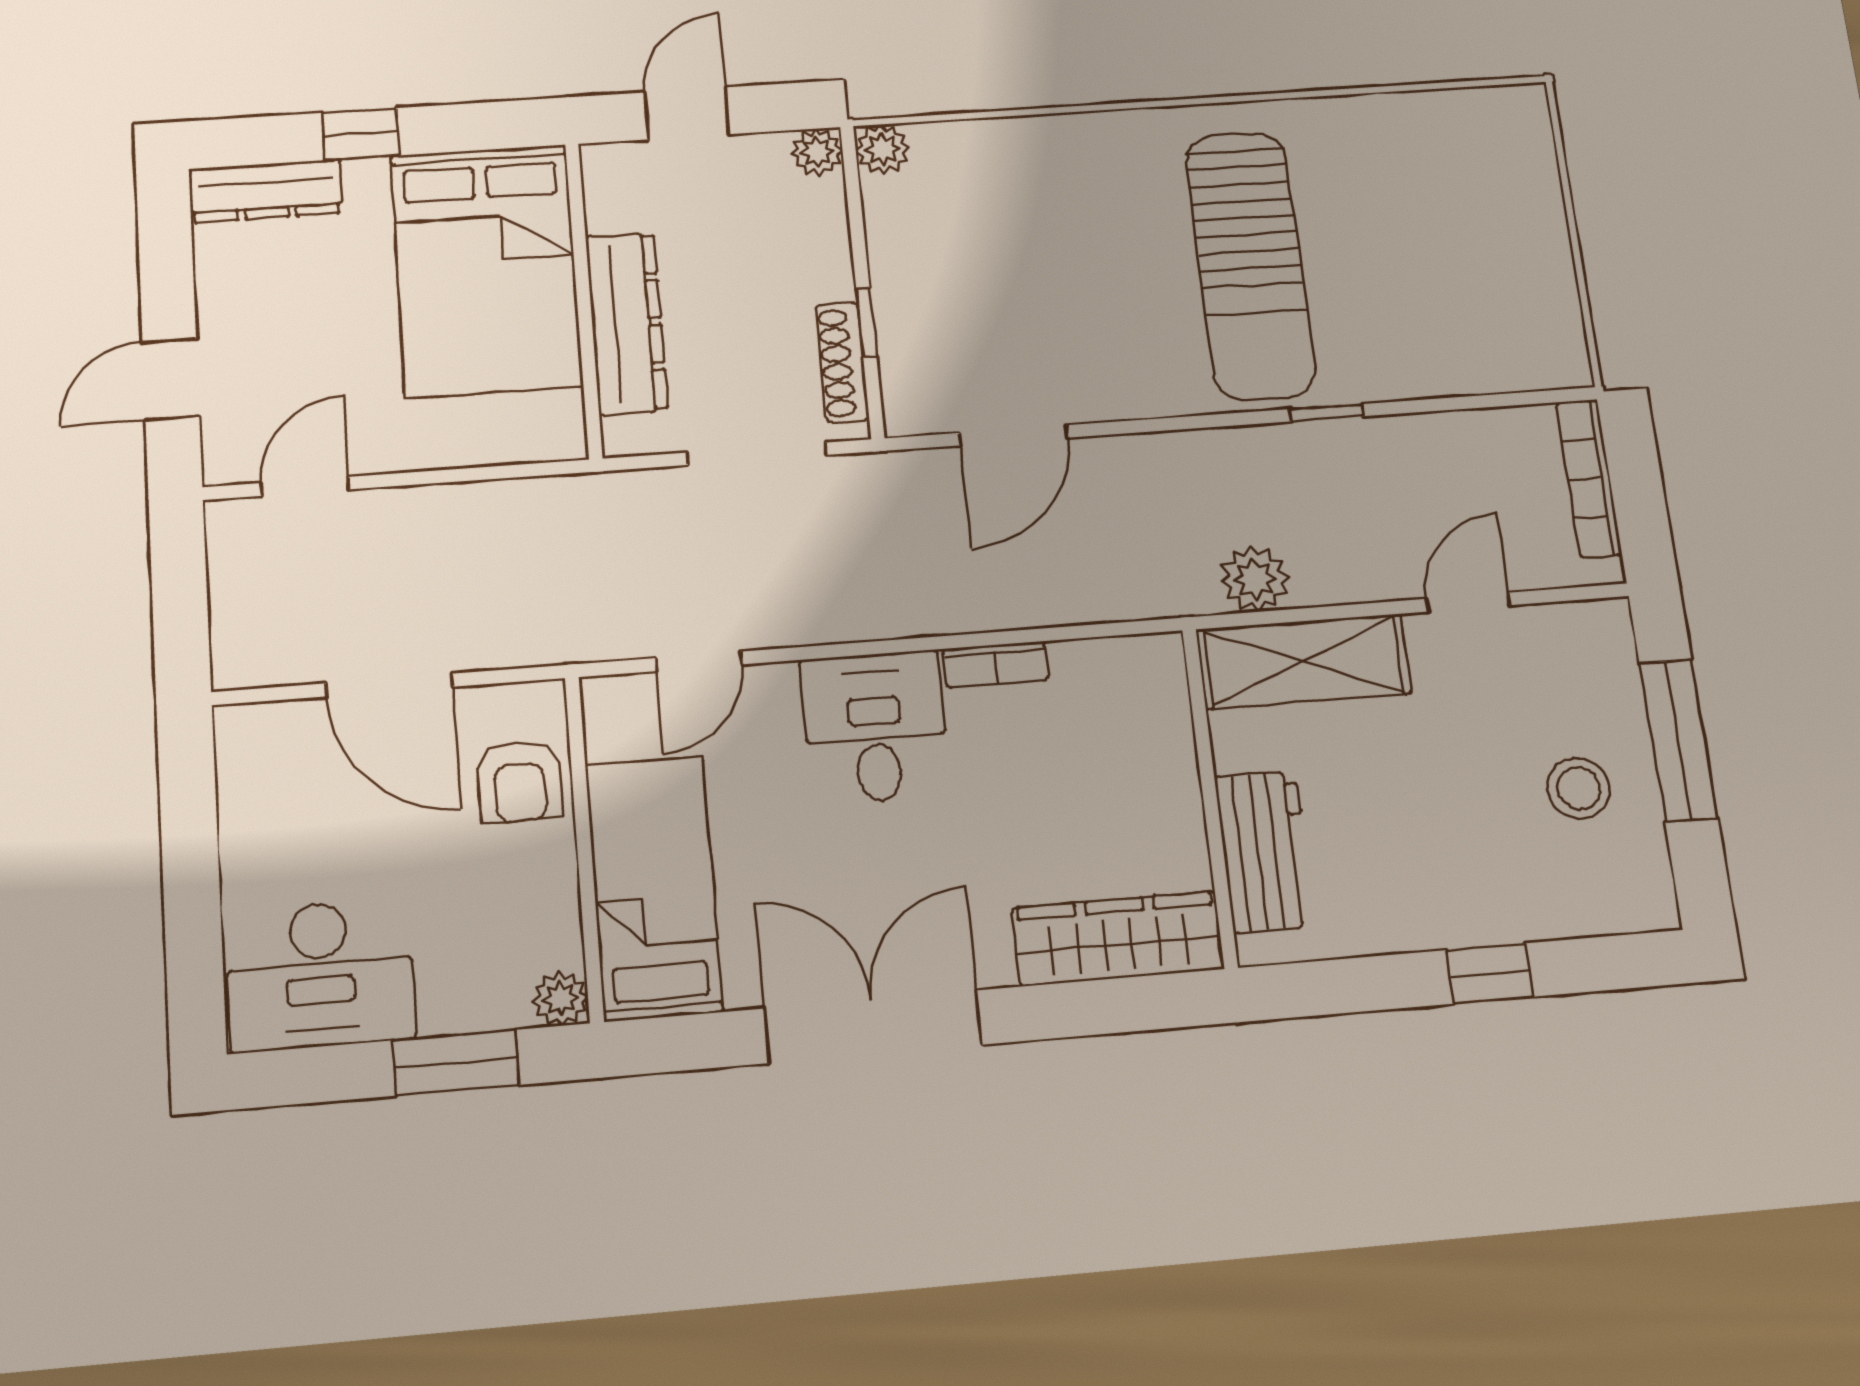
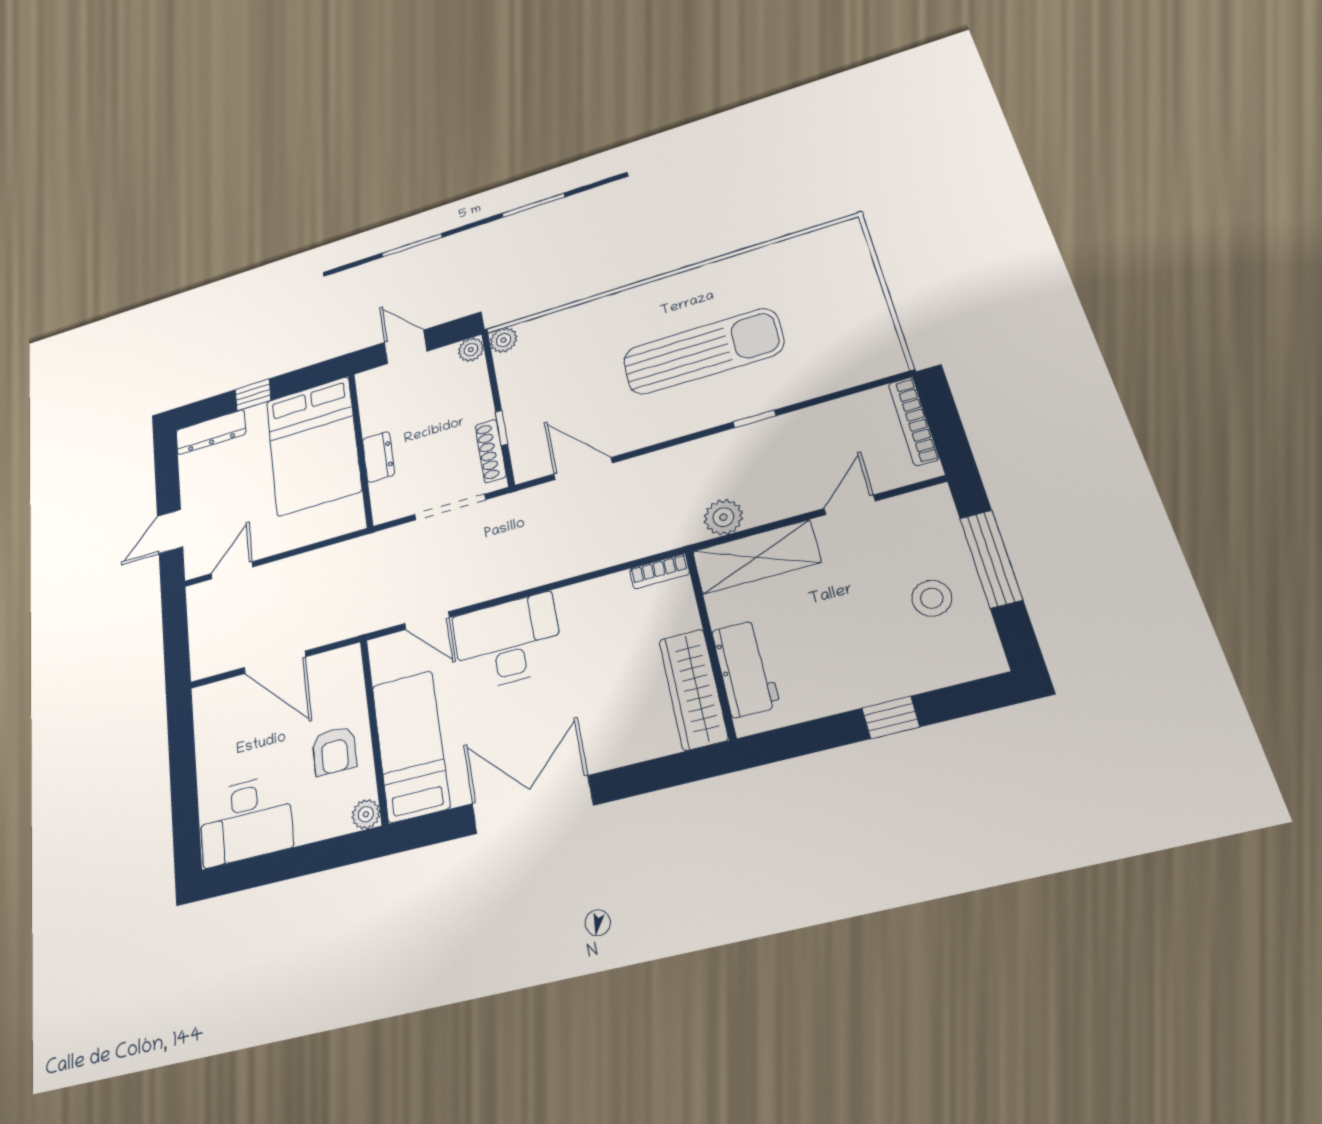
door: (687, 113) -> (406, 347), hinge flipped
sun lounger: (1250, 265) -> (703, 351), turned -90
dresser: (627, 323) -> (378, 457), width x0.51, depth x0.80
door: (1014, 435) -> (583, 469), swing flipped
door: (698, 661) -> (427, 621), hinge flipped
bookcase: (995, 665) -> (660, 571), moved
desk: (875, 727) -> (507, 642), width x1.37
armchair: (520, 781) -> (334, 751), moved
wardrobe: (1118, 939) -> (693, 689), moved, turned -90
window: (456, 1063) -> (314, 858), removed

